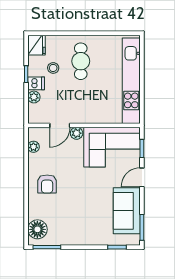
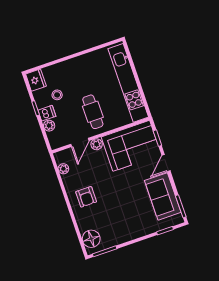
cafe table: (81, 61) -> (93, 112), moved

